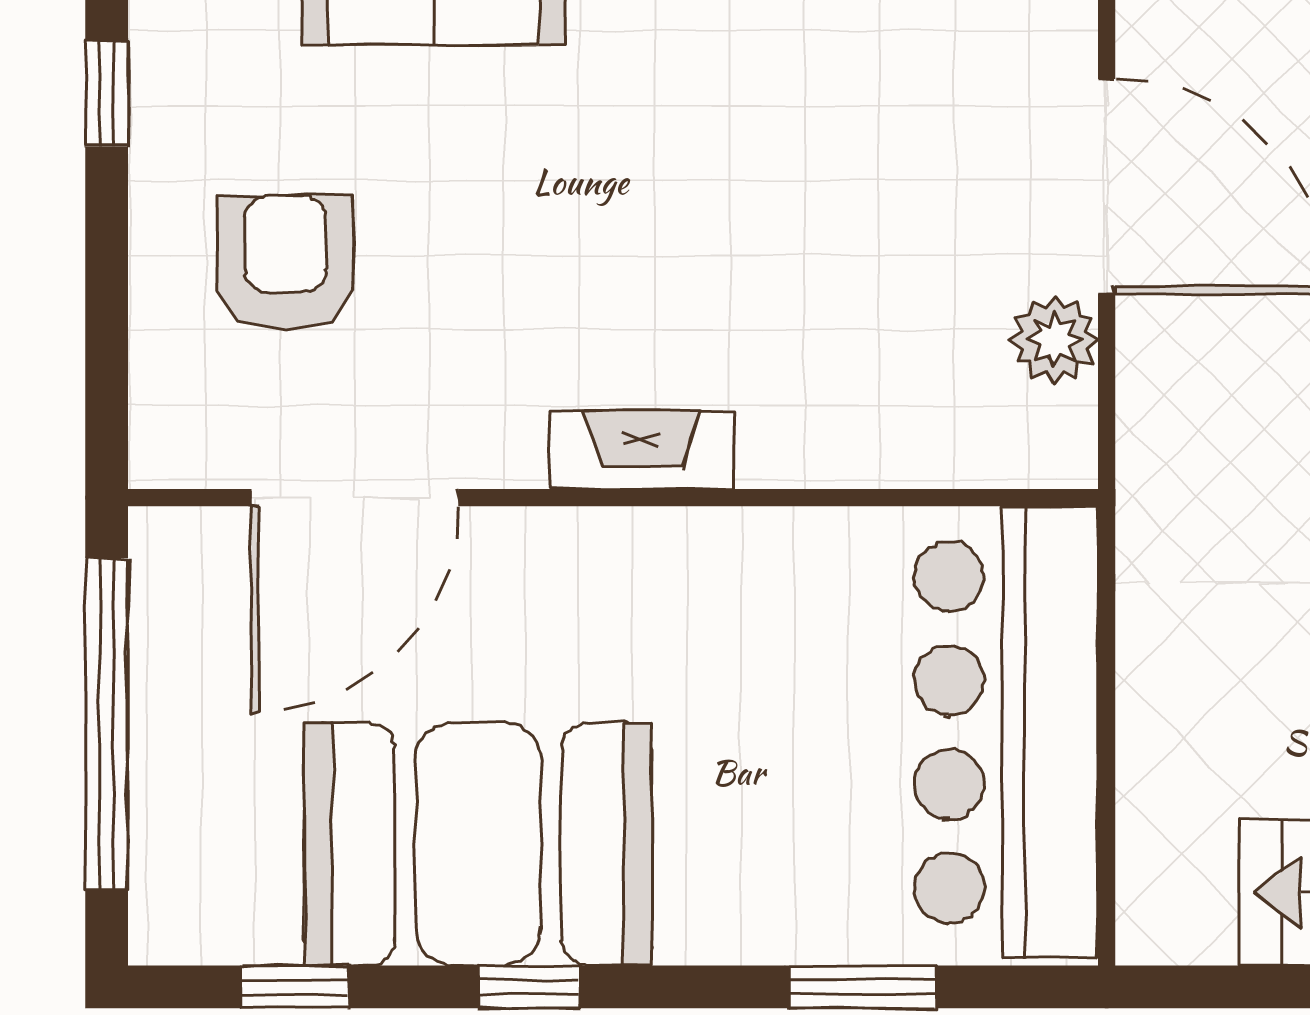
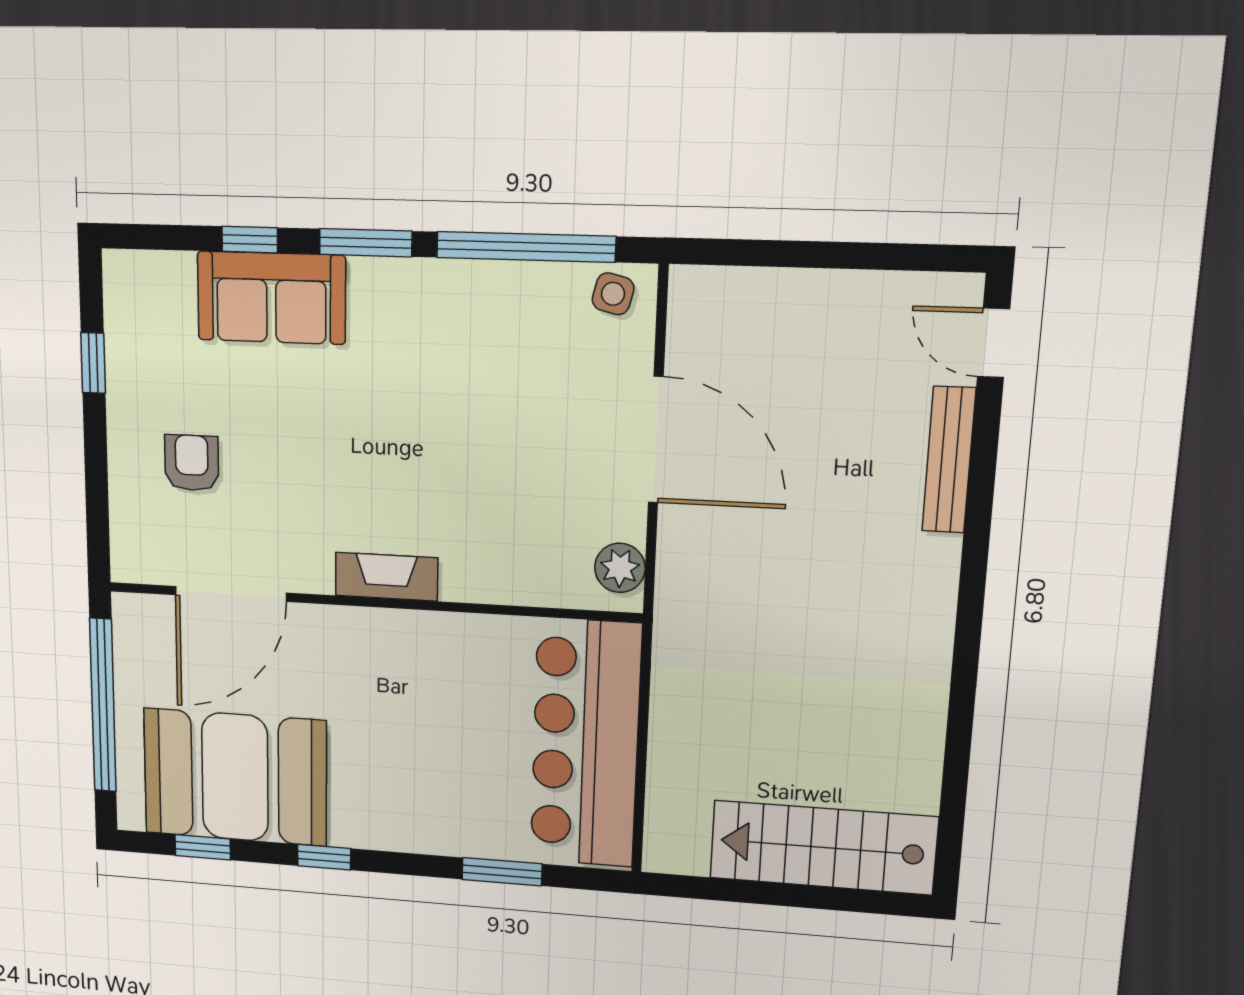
armchair: (286, 263) -> (192, 463), width x0.72, depth x0.72
plant: (1055, 340) -> (620, 568), moved
booth: (478, 844) -> (235, 777), moved

